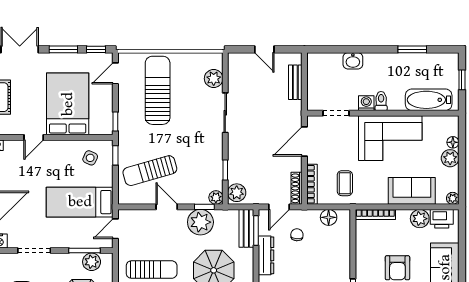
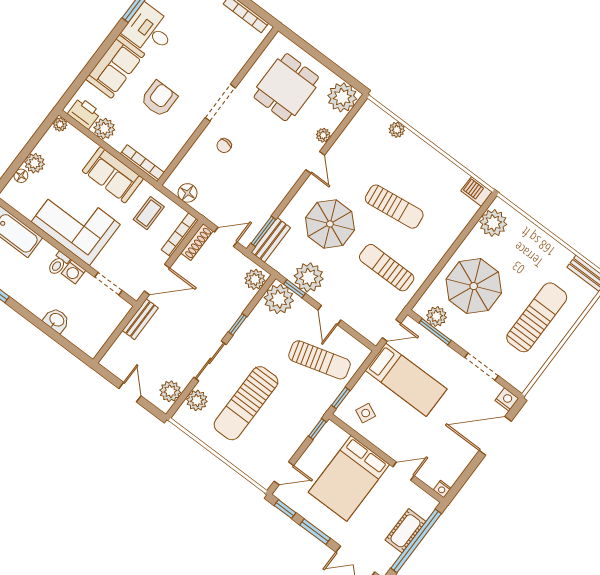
plant: (237, 71) -> (170, 391), added
bench: (295, 82) -> (140, 319), moved
sun lounger: (158, 90) -> (246, 403), moved
window: (225, 170) -> (238, 324), moved
sofa: (412, 191) -> (113, 175), moved
plant: (216, 198) -> (279, 299), width x1.87, depth x1.87
chair: (297, 235) -> (224, 146), moved
dresser: (266, 255) -> (271, 201), removed

